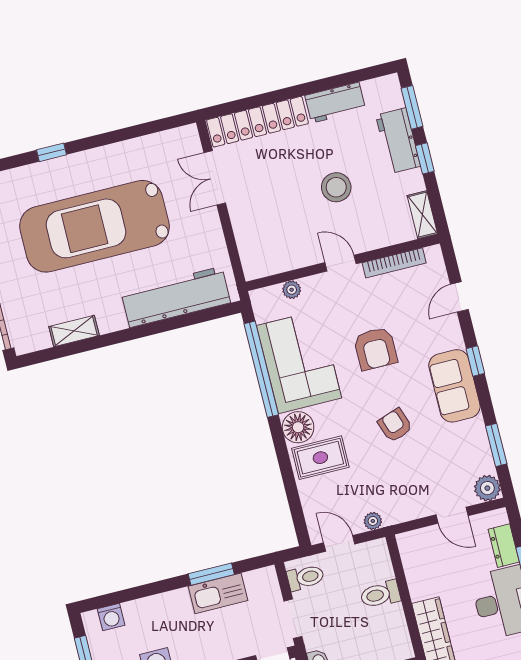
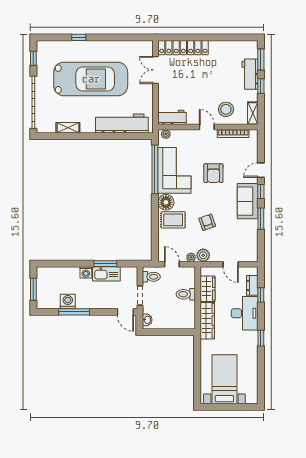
workbench: (335, 103) -> (172, 117), moved, turned 180
stool: (336, 187) -> (226, 109), moved
car: (94, 226) -> (91, 79), turned 180
plant: (292, 290) -> (166, 134), moved
door: (459, 297) -> (261, 170), moved
armchair: (395, 425) -> (207, 222), moved
window: (496, 445) -> (261, 219), moved
plant: (487, 488) -> (203, 255), moved
wardrobe: (419, 573) -> (207, 289), added
washing machine: (111, 617) -> (86, 272), moved

